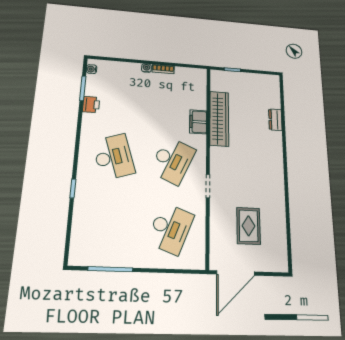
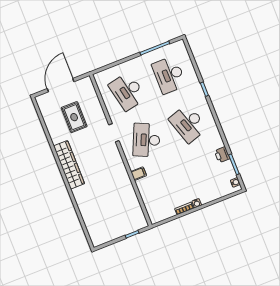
wardrobe: (219, 119) -> (69, 165), moved, turned 180
dresser: (275, 120) -> (84, 208), removed
filing cabinet: (198, 122) -> (139, 174), width x0.50
desk: (109, 226) -> (169, 75), added
desk: (170, 229) -> (127, 91), turned -33
door: (236, 273) -> (61, 85), moved

